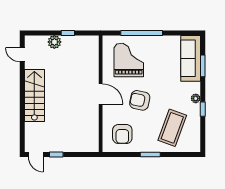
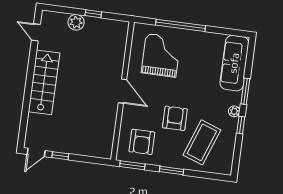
window: (203, 66) -> (245, 91), moved
armchair: (140, 100) -> (175, 118), moved, turned 78
door: (36, 154) -> (36, 152), hinge flipped
window: (117, 154) -> (132, 165), added

